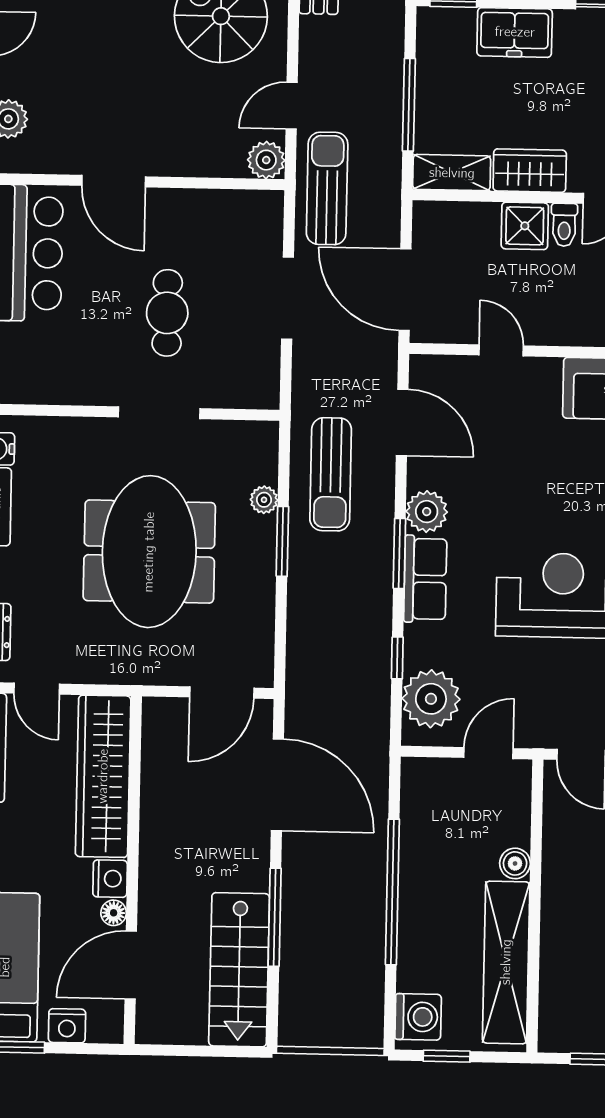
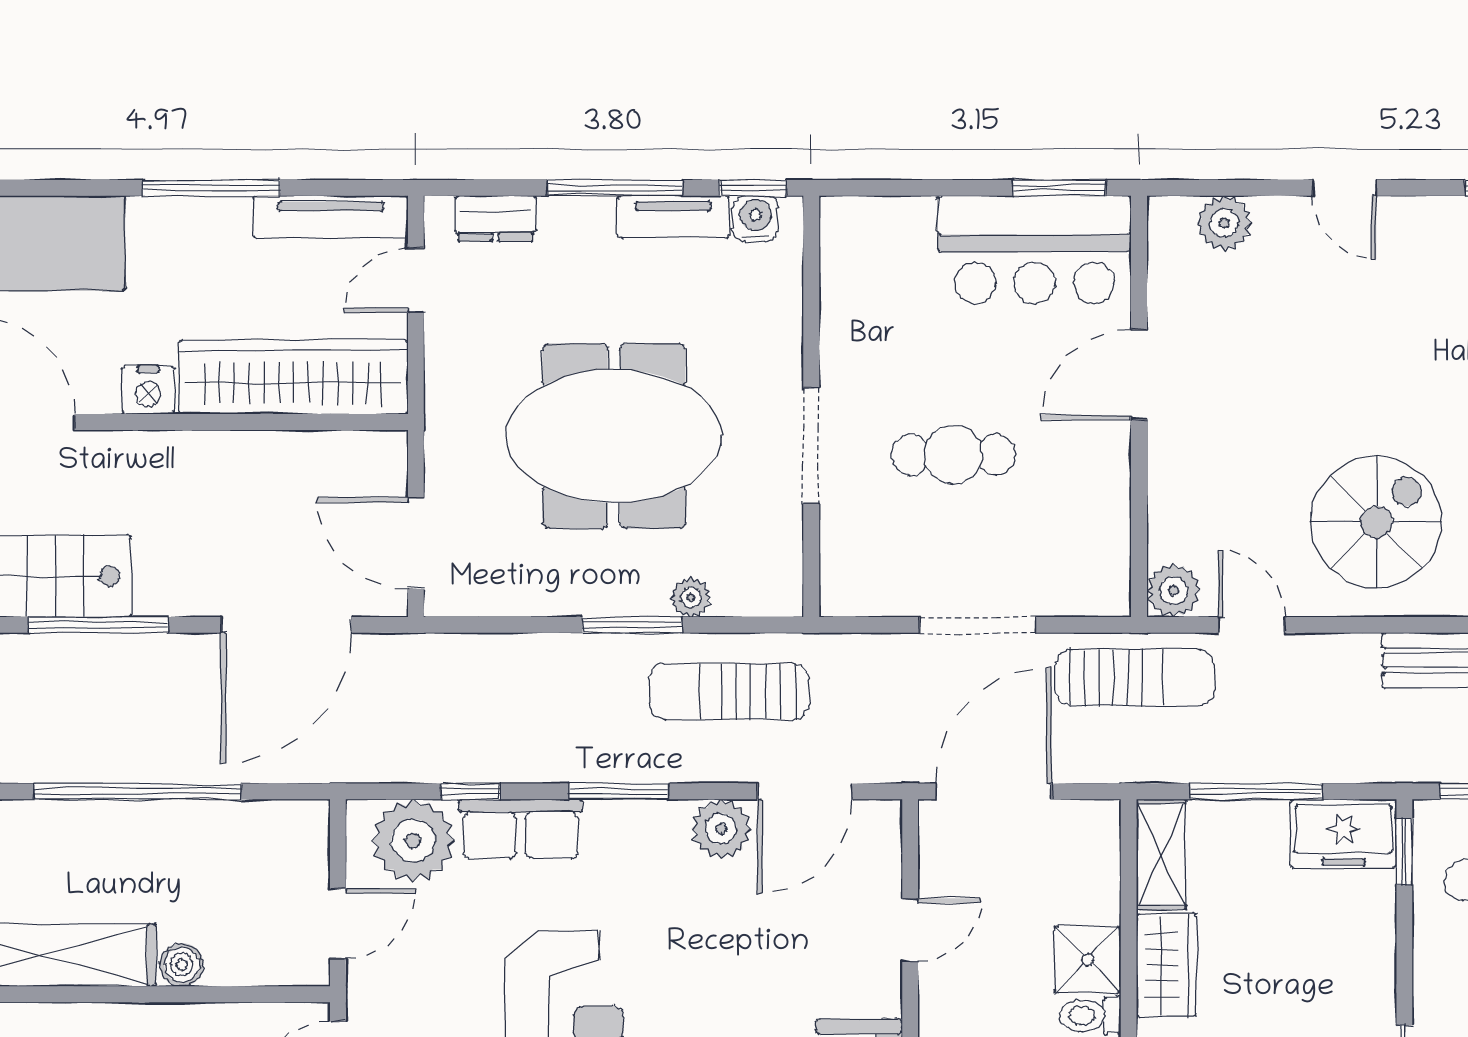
freezer: (515, 32) -> (1344, 834), moved, turned -90
plant: (427, 512) -> (721, 829), moved
row of seats: (425, 579) -> (520, 829), moved
door: (488, 753) -> (338, 924), hinge flipped
floor lamp: (114, 913) -> (100, 396), removed

